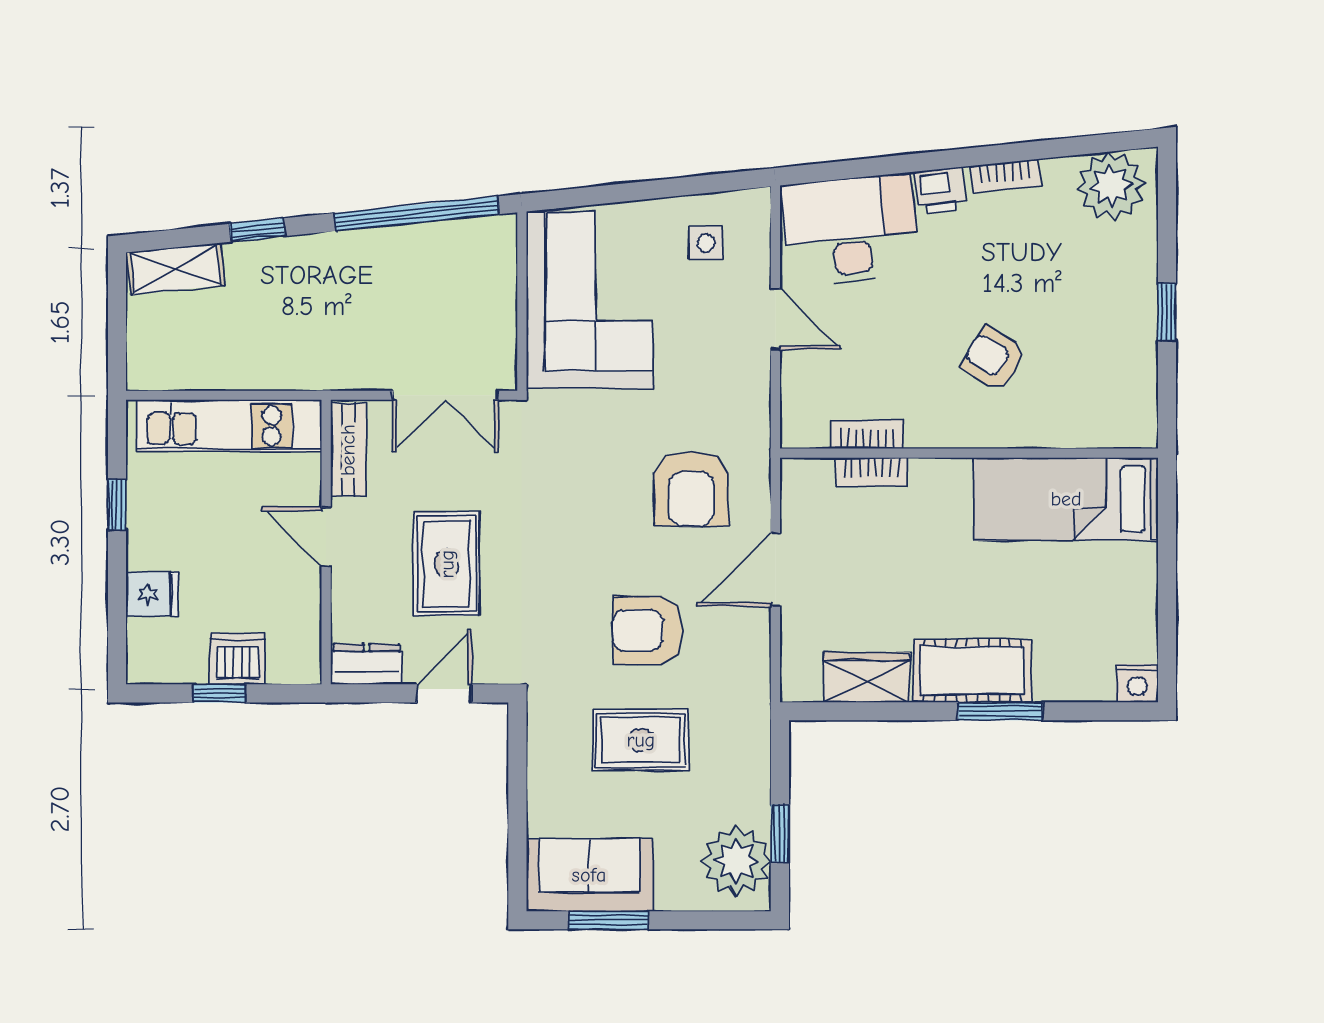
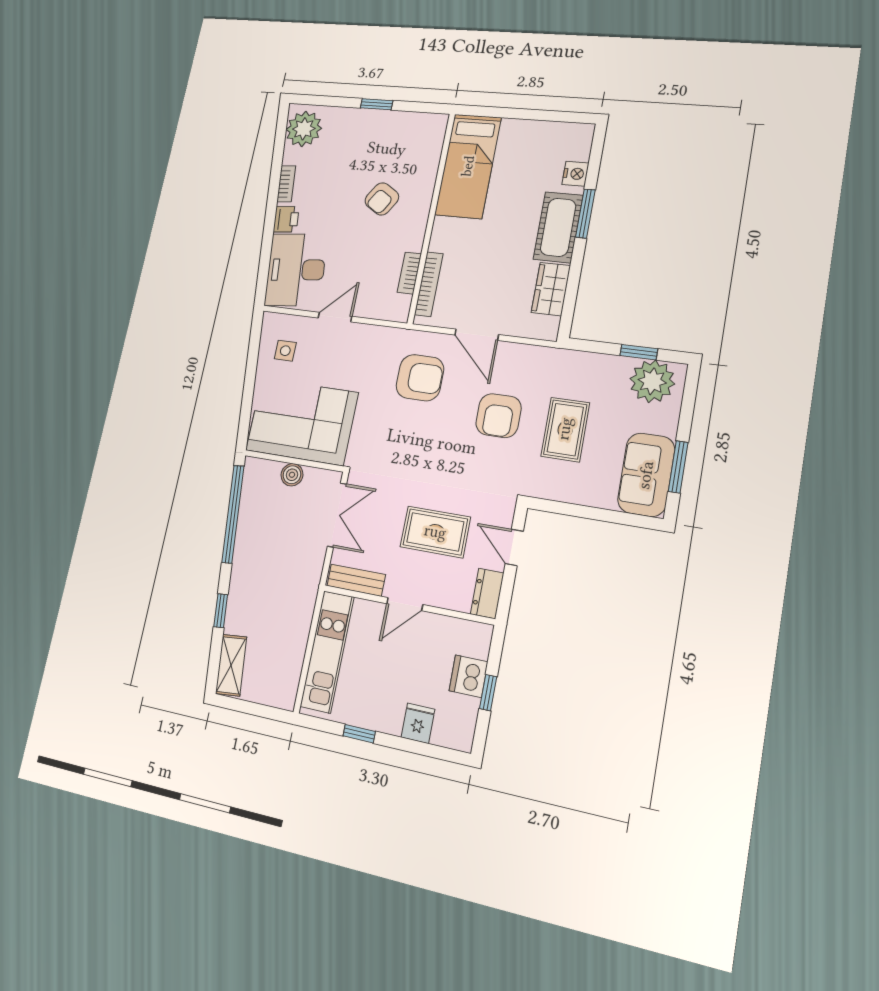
boiler: (498, 303) -> (292, 475), added
bookcase: (872, 472) -> (429, 284), width x1.56
nightstand: (1137, 683) -> (575, 174), moved

